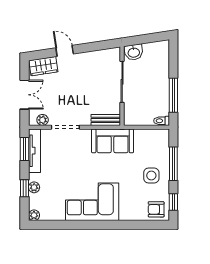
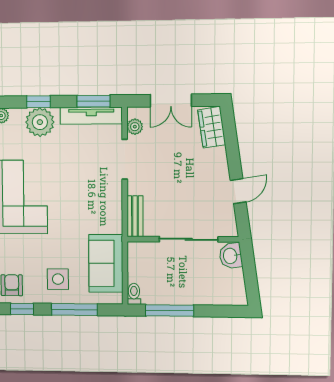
door: (65, 51) -> (238, 191), moved
sofa: (113, 141) -> (106, 263), moved
plant: (34, 187) -> (40, 122), width x1.87, depth x1.87

